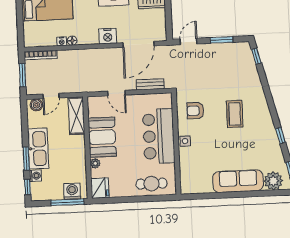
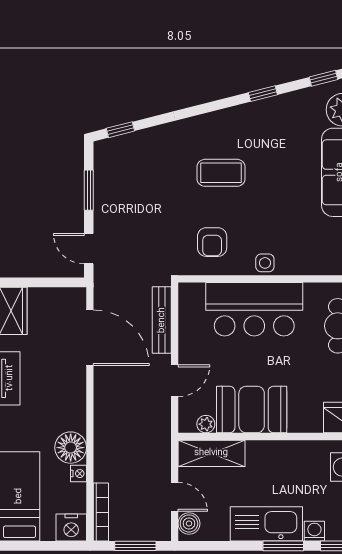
nightstand: (108, 36) -> (71, 528), moved, turned 90
floor lamp: (72, 41) -> (71, 448), width x1.89, depth x1.89
bench: (150, 84) -> (162, 320), width x1.36
plant: (95, 163) -> (206, 424), moved

